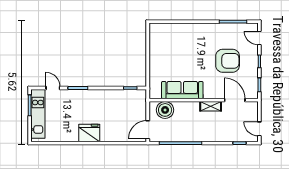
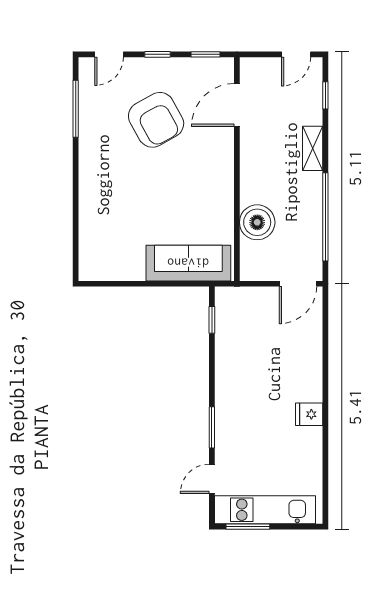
armchair: (228, 61) -> (156, 120), turned 151
sofa: (182, 90) -> (188, 263), moved, turned 90
shelving: (211, 106) -> (313, 148), moved
boiler: (165, 110) -> (257, 222), moved
door: (148, 130) -> (298, 284), hinge flipped
fridge: (89, 133) -> (309, 414), width x0.53, depth x0.75

